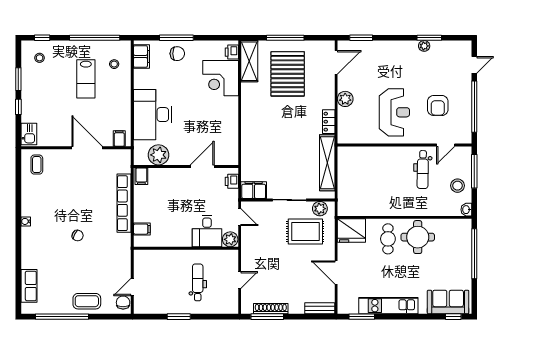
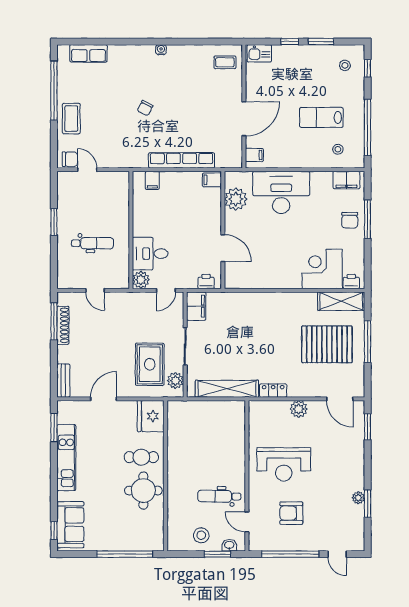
window: (474, 171) -> (217, 554), width x0.69
washbasin: (466, 210) -> (229, 545), moved

